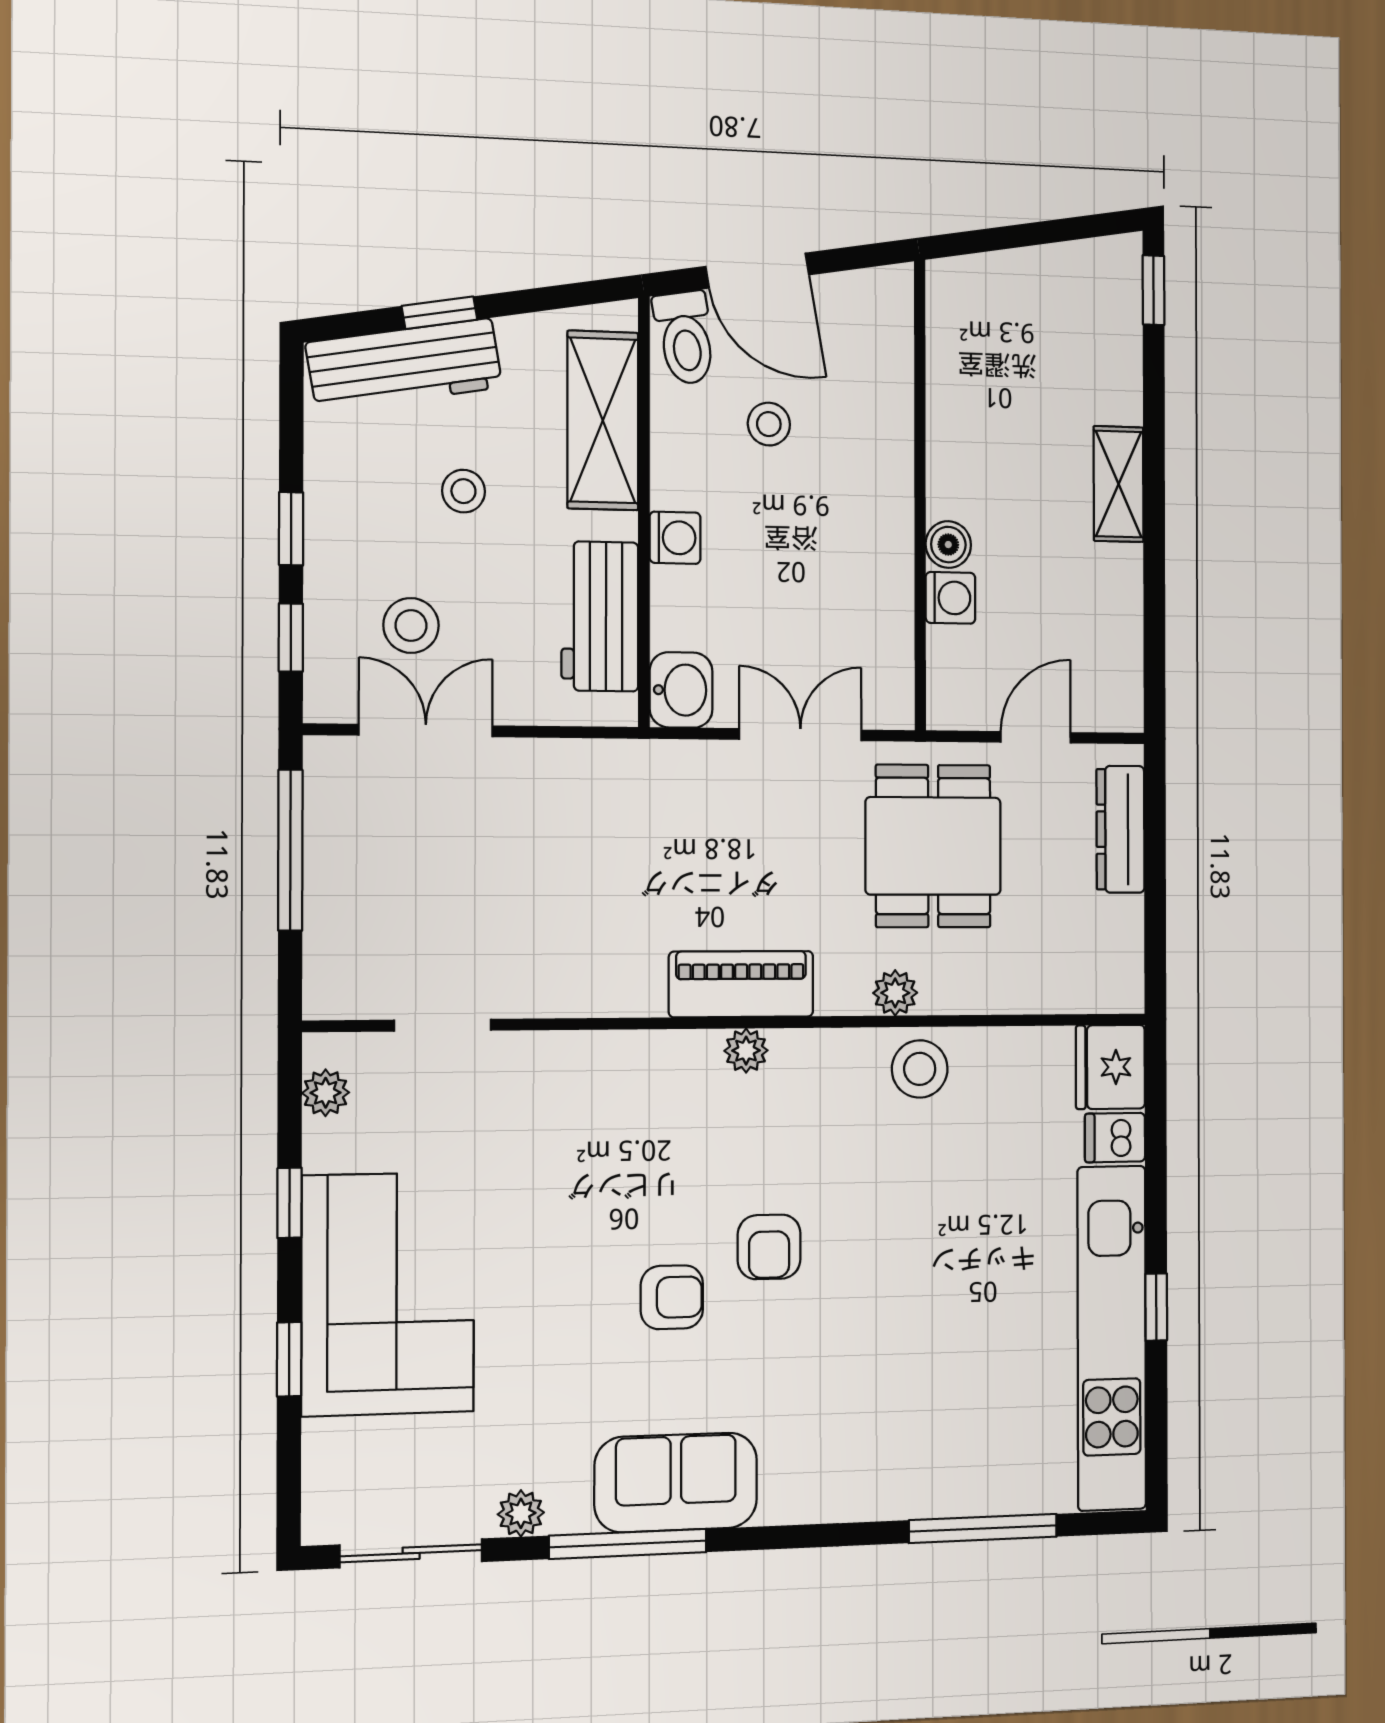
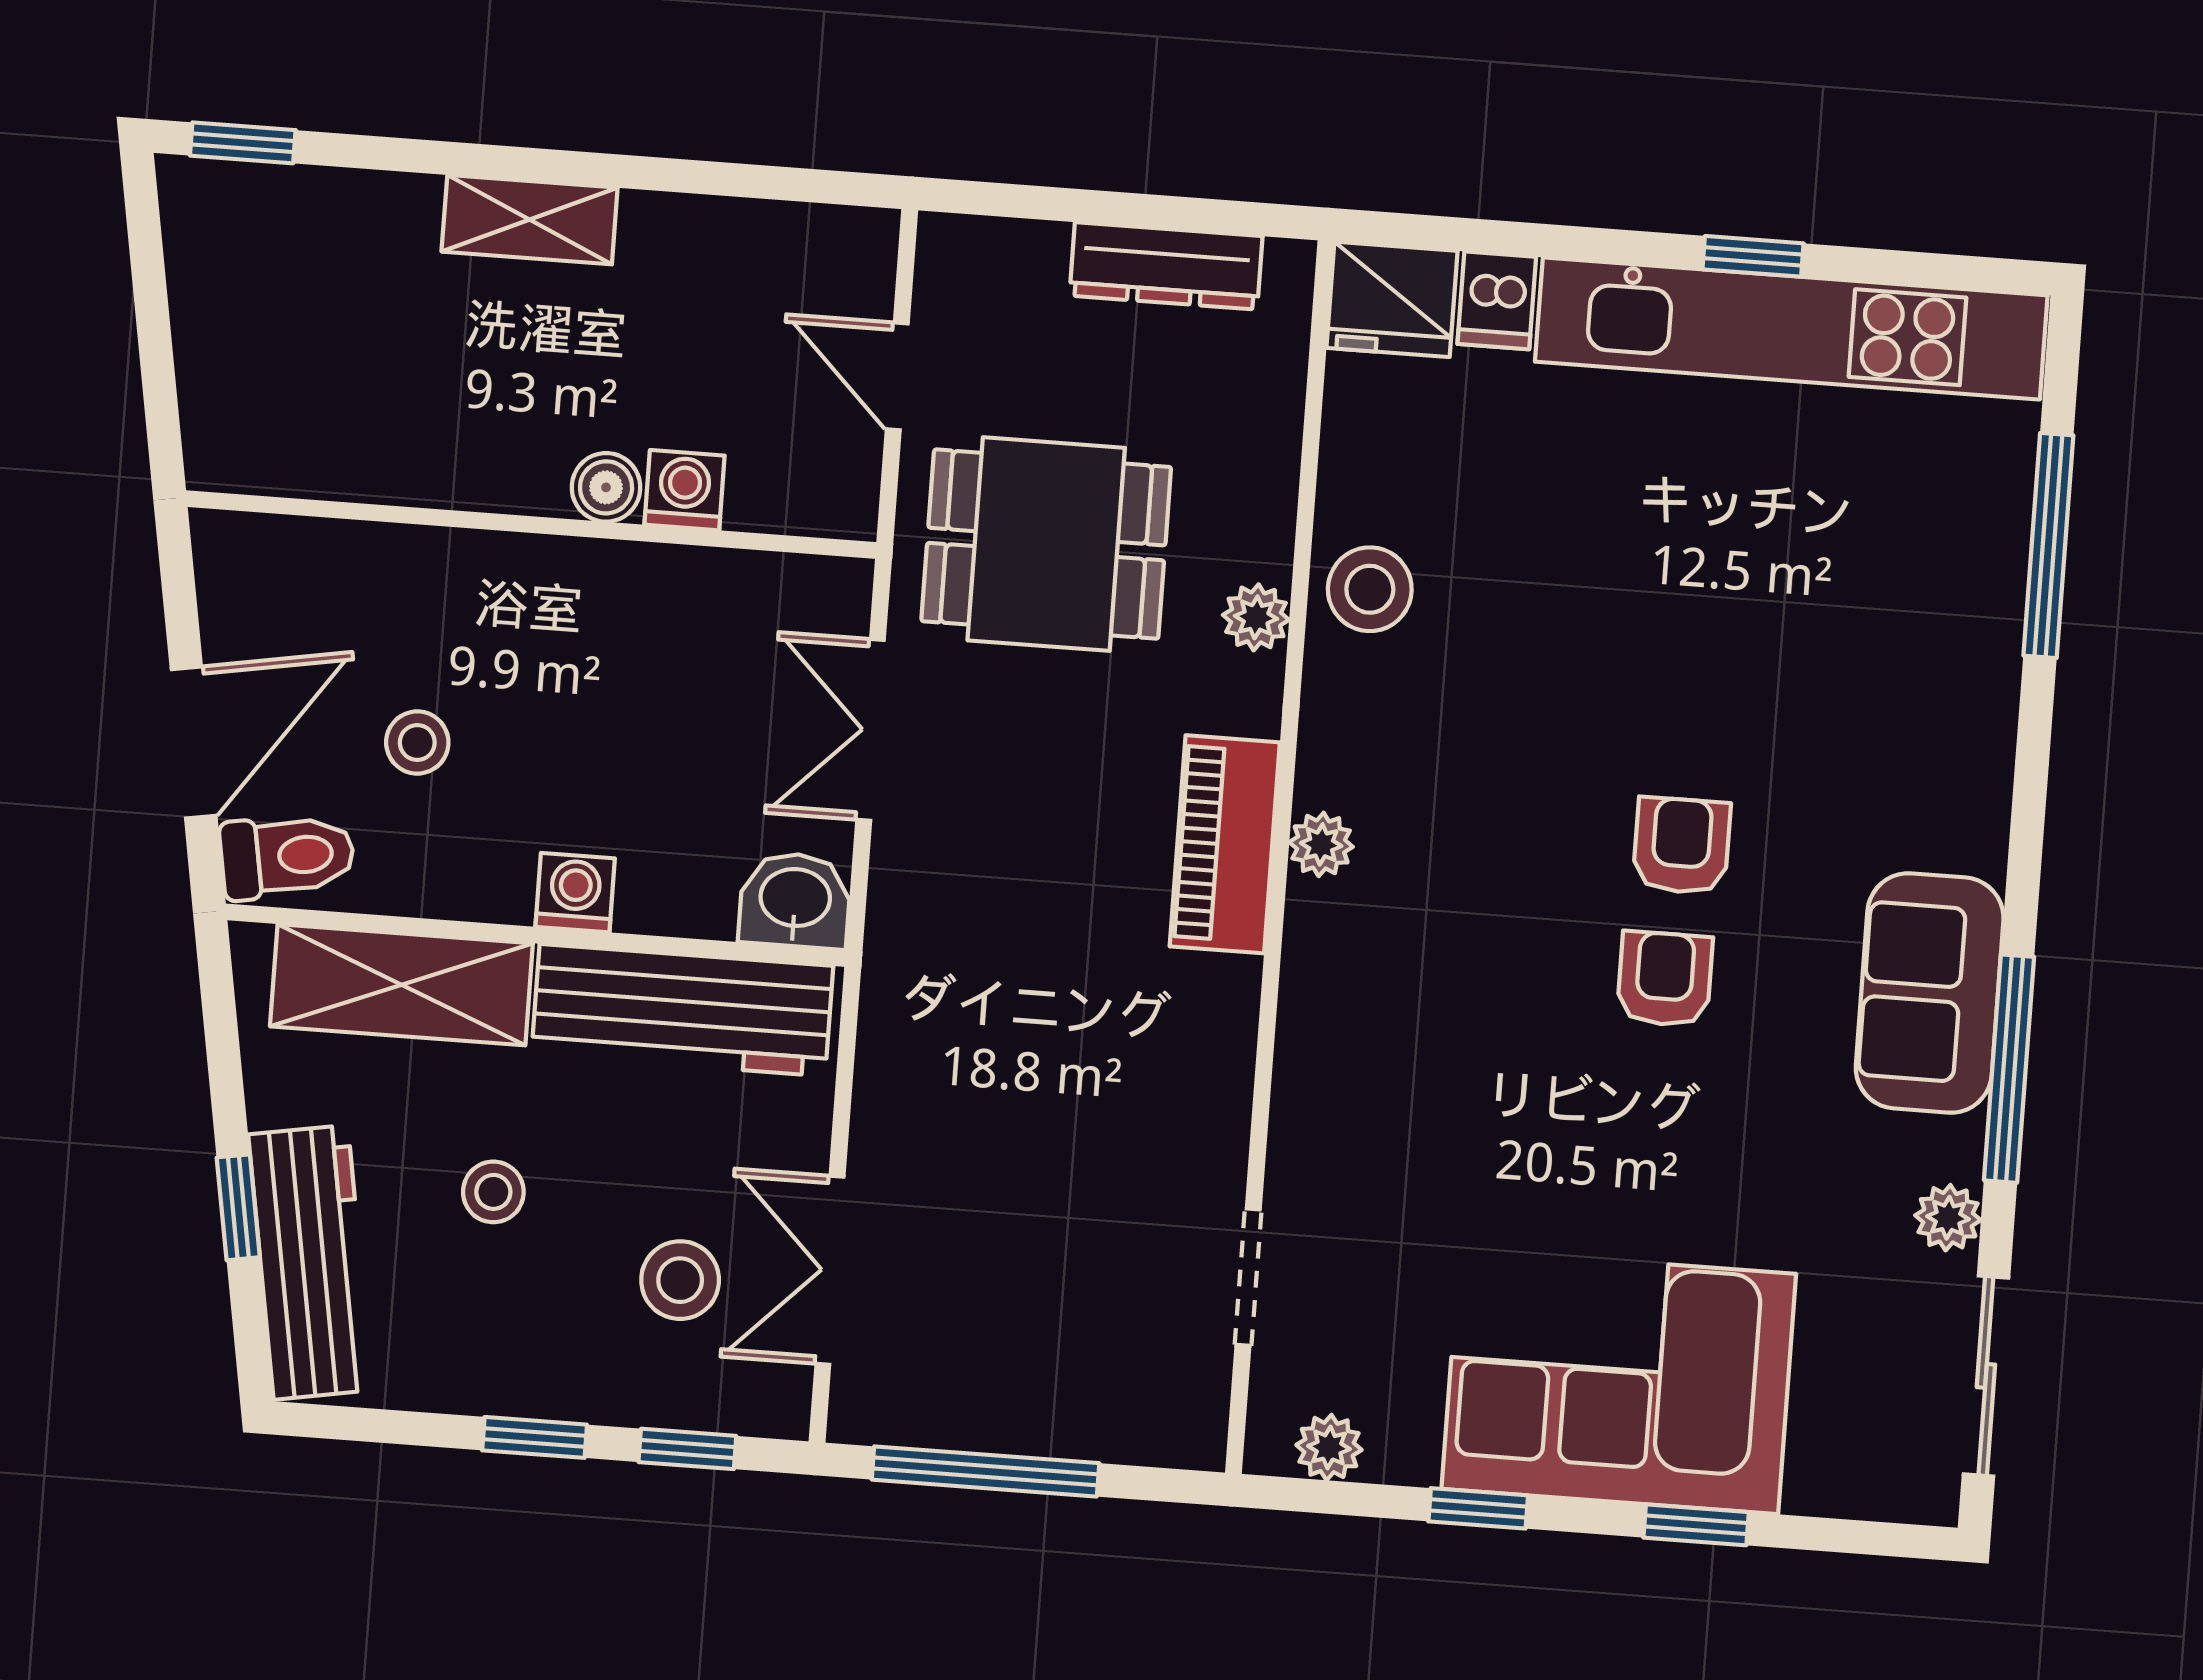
workbench: (600, 616) -> (682, 1010), width x1.38
dresser: (1120, 829) -> (1166, 266), moved
armchair: (769, 1247) -> (1682, 846), moved, turned -90

